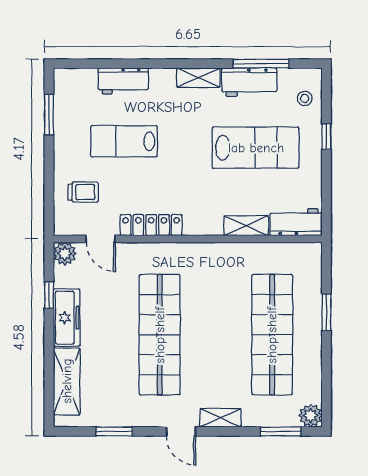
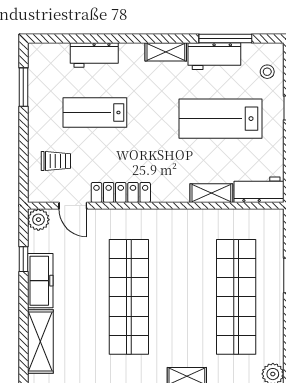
lab bench: (256, 148) -> (220, 119), turned 180

